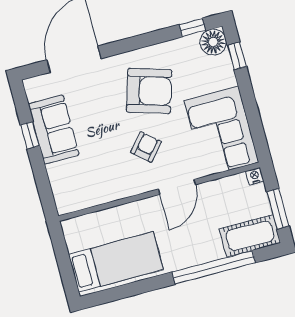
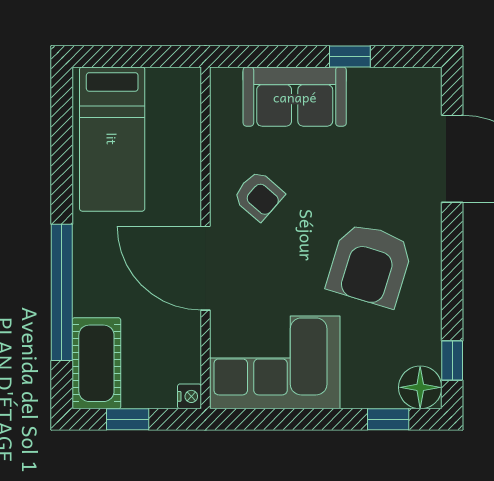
sofa: (54, 130) -> (295, 97), moved
armchair: (146, 147) -> (259, 196), moved
door: (177, 187) -> (205, 268), width x1.36
window: (278, 209) -> (128, 419), width x0.67

